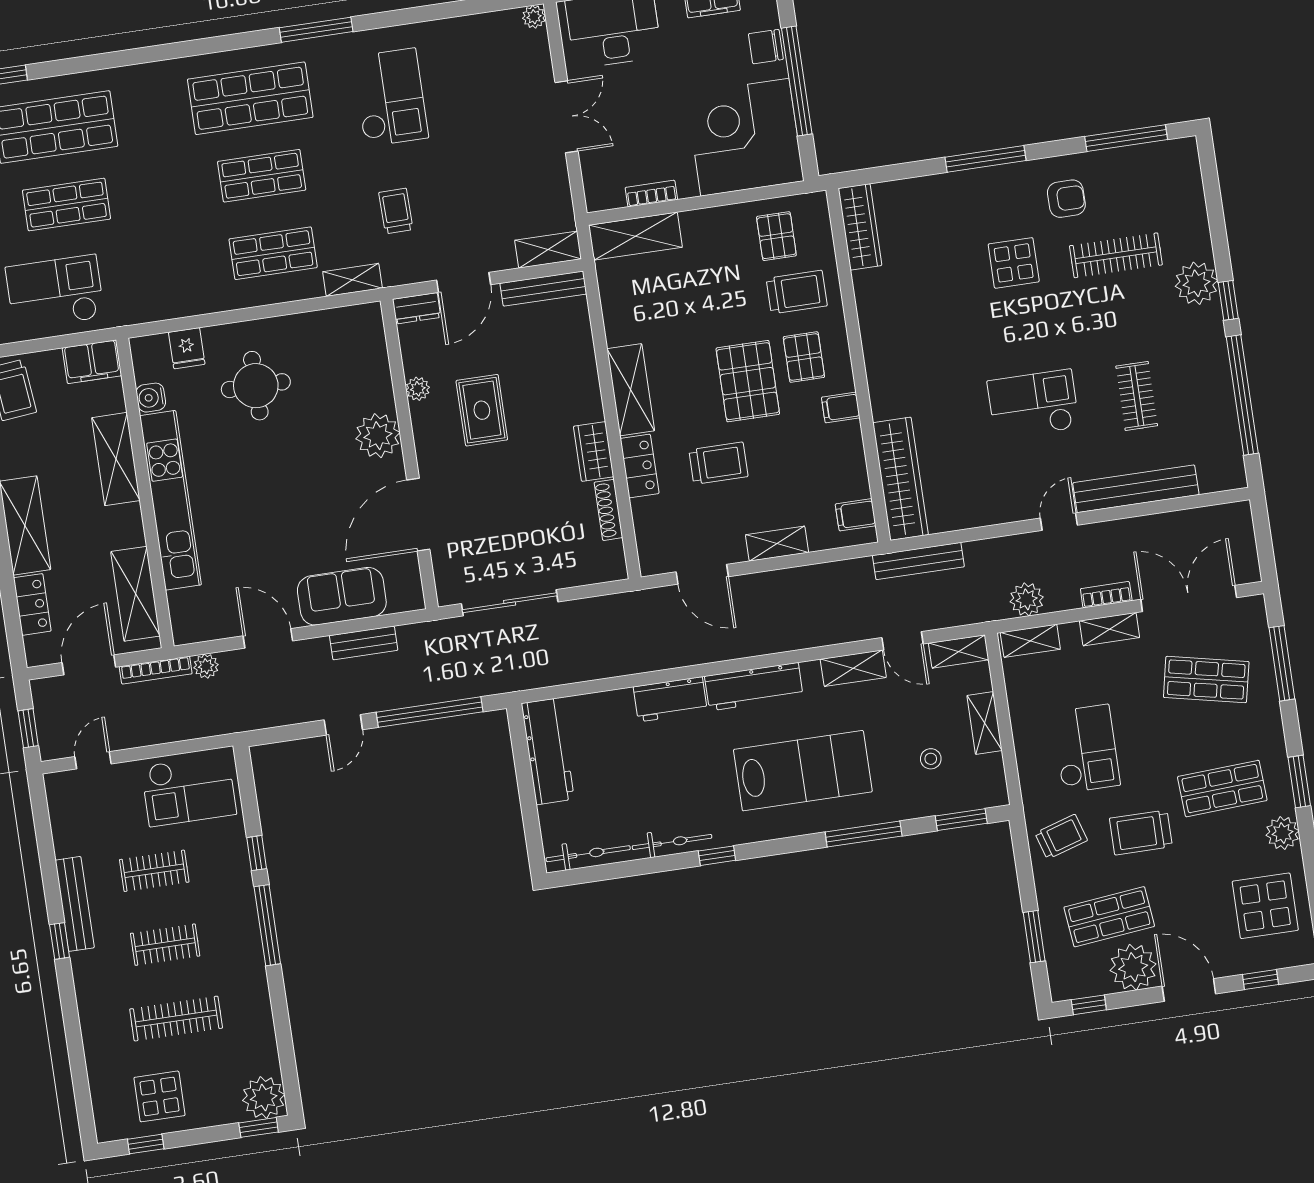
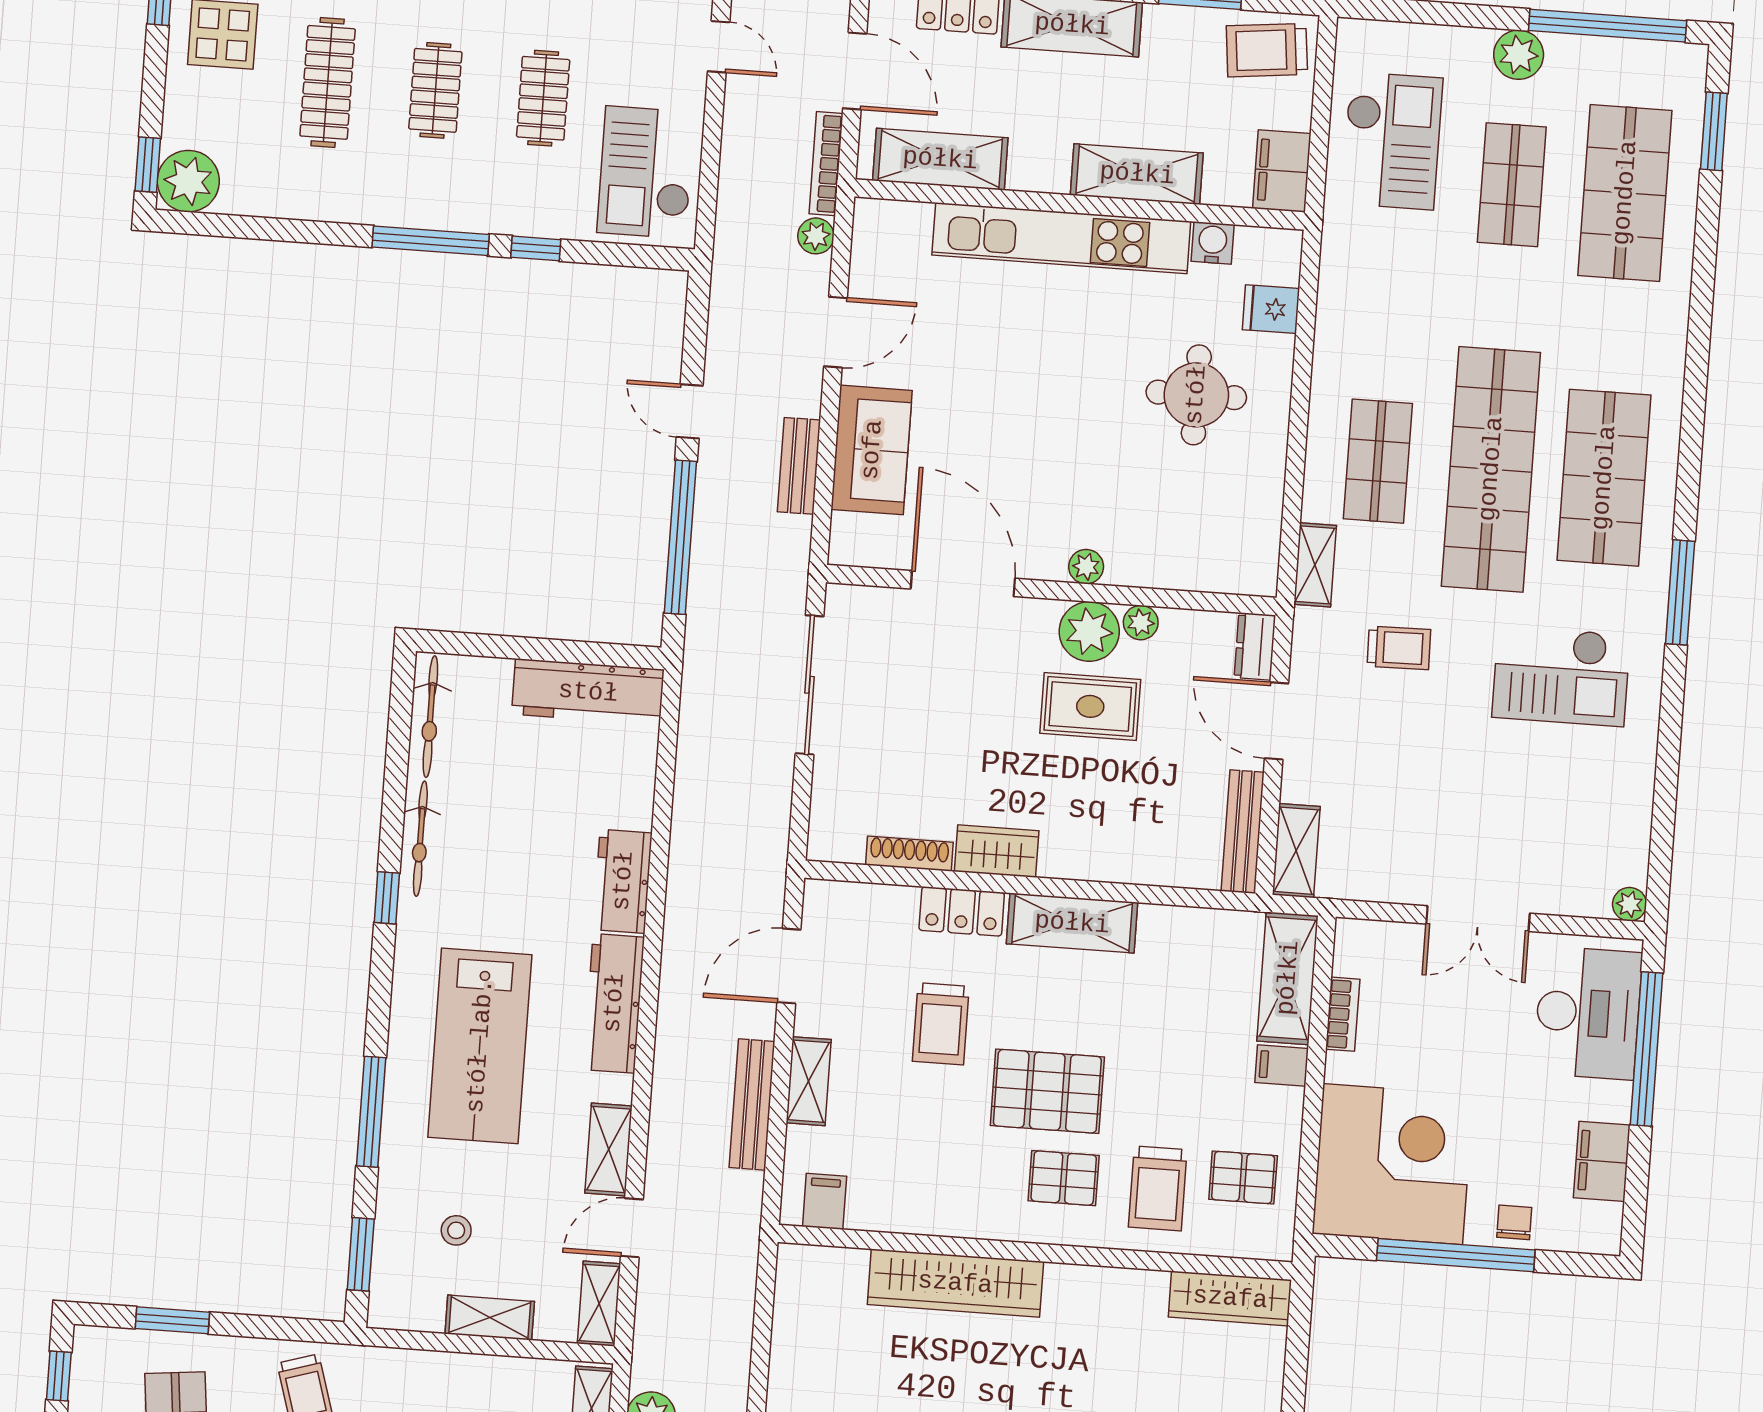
chair: (766, 47) -> (1514, 1222), width x0.73, depth x0.73
shop shelf: (262, 176) -> (1491, 469), width x2.00, depth x1.36
filing cabinet: (841, 408) -> (1282, 1065), moved, turned -90
plant: (432, 422) -> (1089, 632), added
plant: (378, 436) -> (1086, 567), width x0.53, depth x0.53
wardrobe: (901, 479) -> (955, 1283), moved
bench: (918, 561) -> (752, 1104), moved

